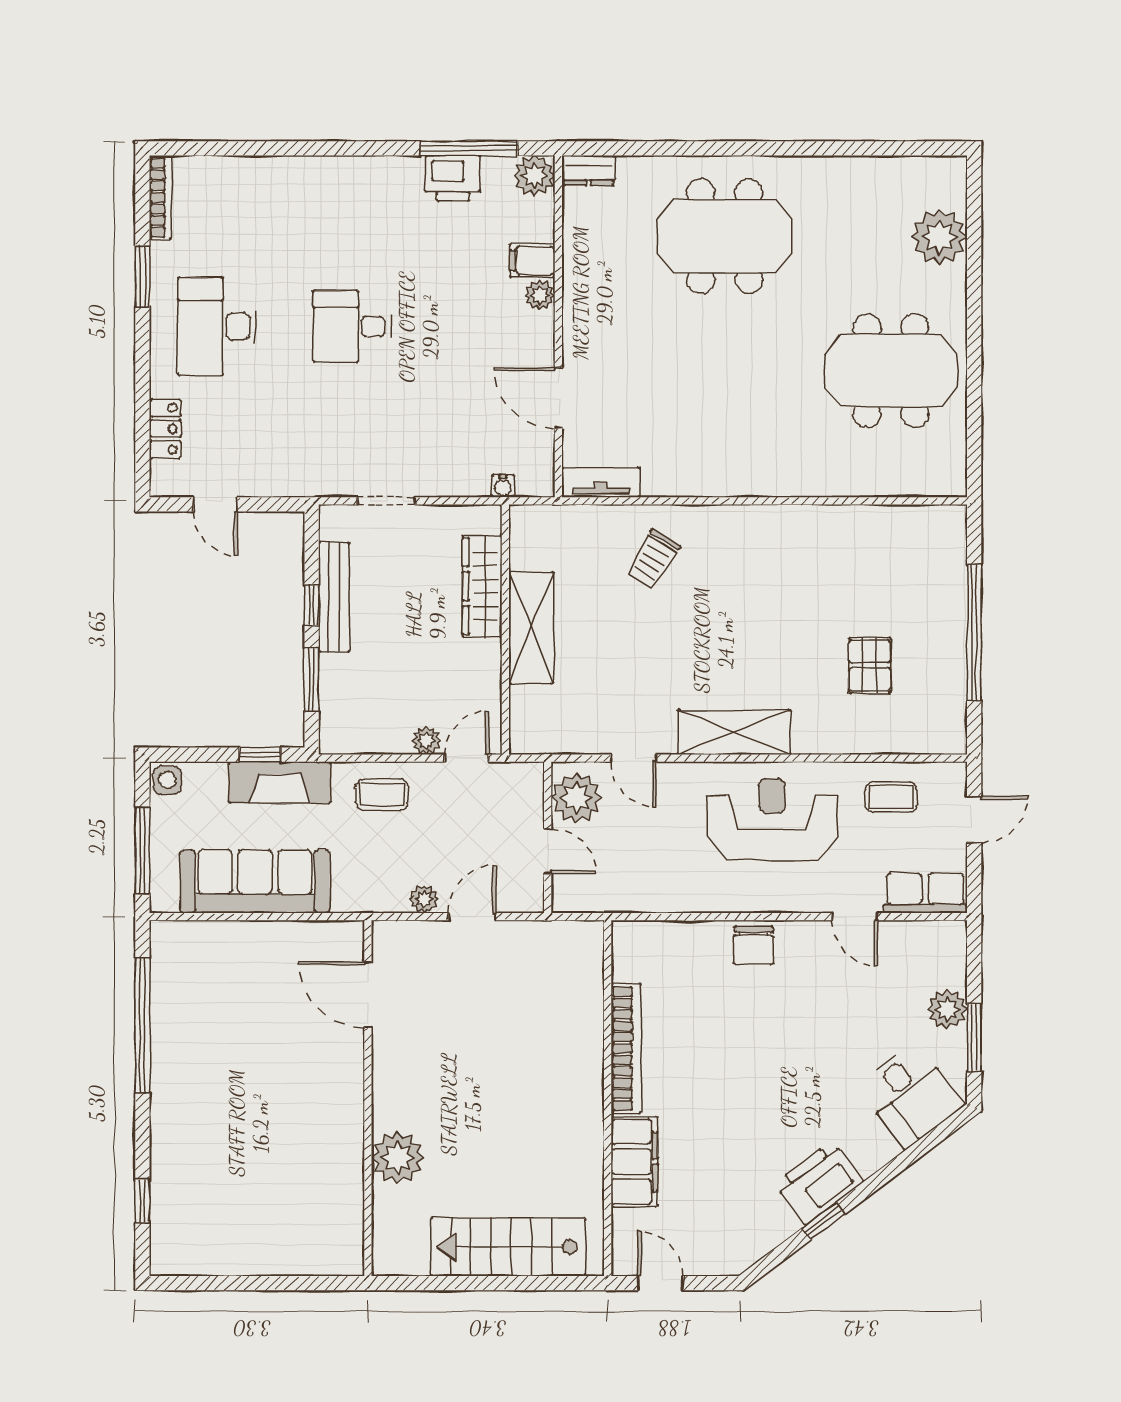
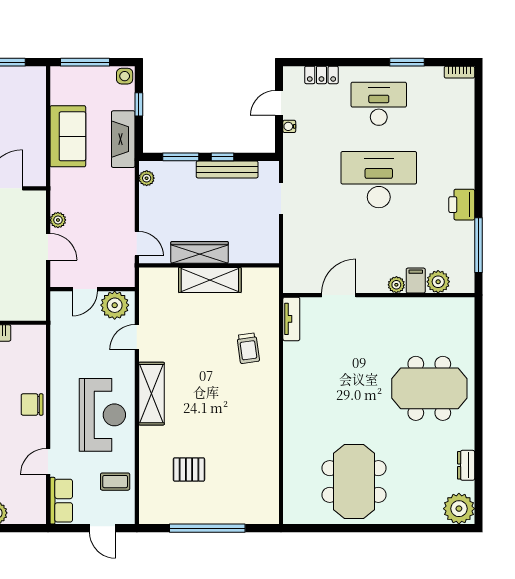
dresser: (589, 171) -> (466, 465), moved
plant: (534, 176) -> (438, 282), moved
printer: (453, 178) -> (462, 205), moved
bookcase: (160, 198) -> (459, 72), width x0.64
meeting table: (725, 236) -> (429, 388), turned 90
plant: (939, 237) -> (459, 509), moved
desk: (352, 326) -> (379, 180), width x1.87, depth x1.30
water cooler: (503, 486) -> (289, 126), moved
trolley: (653, 559) -> (248, 348), turned -129
wardrobe: (482, 586) -> (200, 252), moved
plant: (426, 741) -> (147, 178), moved
window: (260, 755) -> (139, 104), moved
coffee table: (382, 795) -> (116, 196), removed
coffee table: (891, 797) -> (115, 482), turned 90
sofa: (255, 881) -> (68, 136), width x0.73

